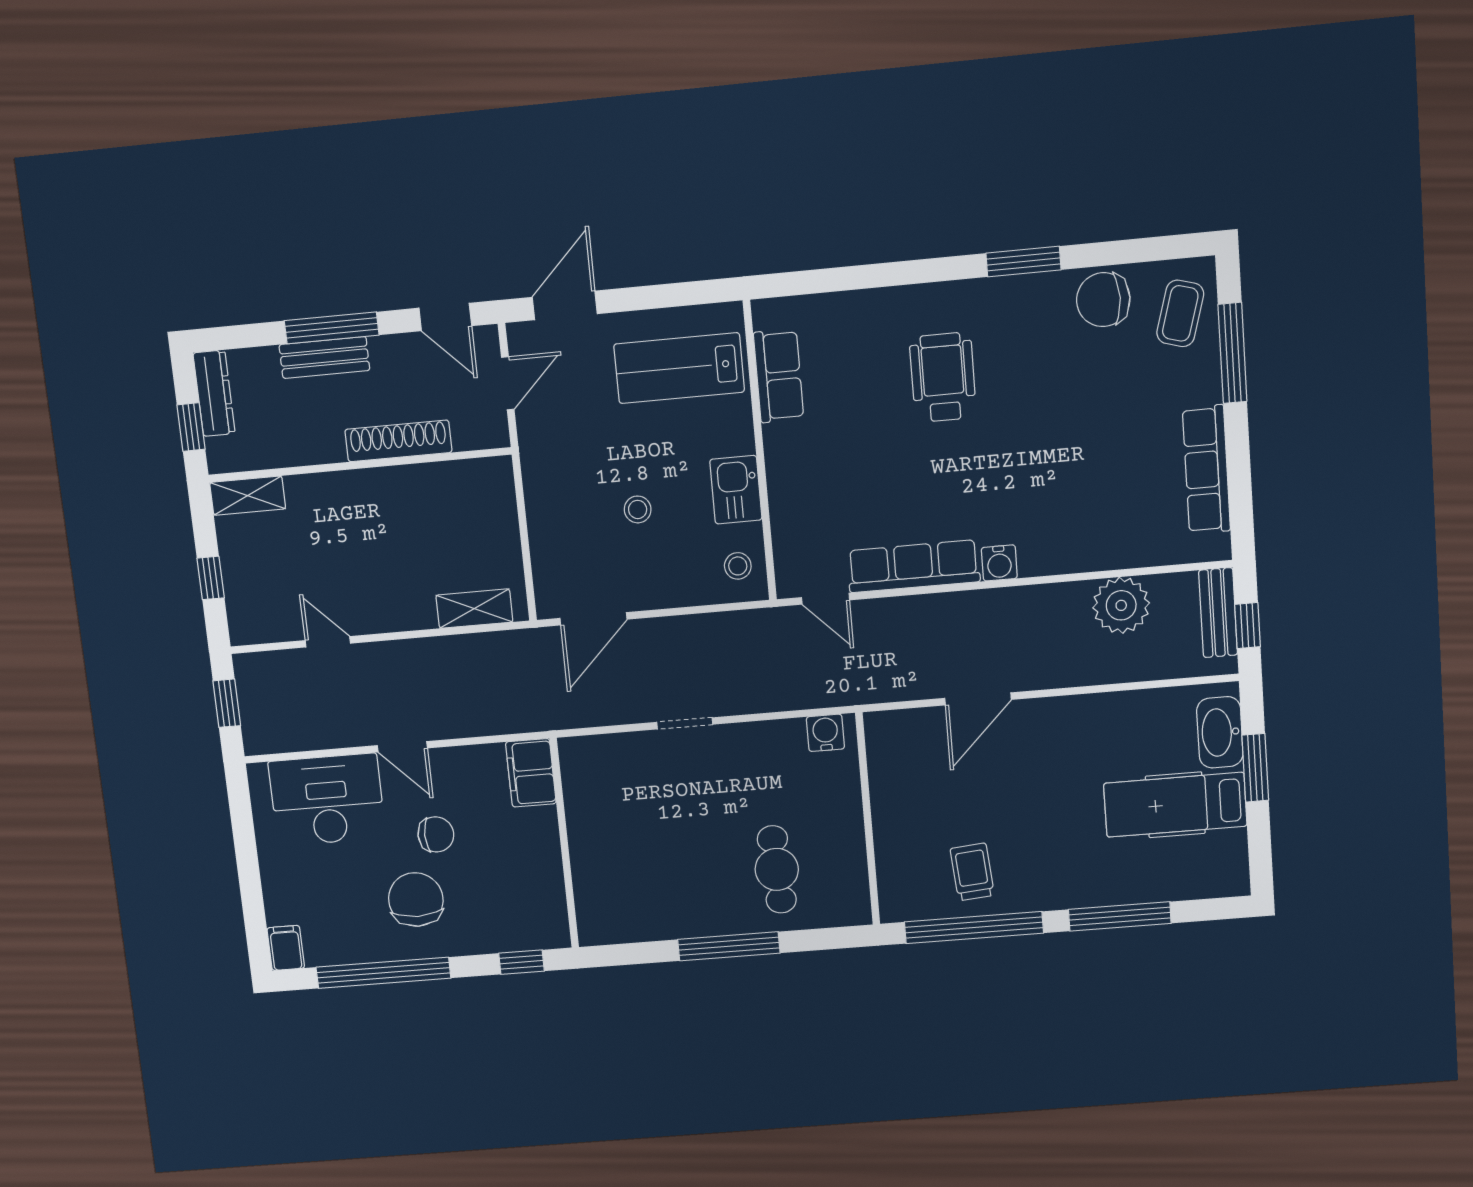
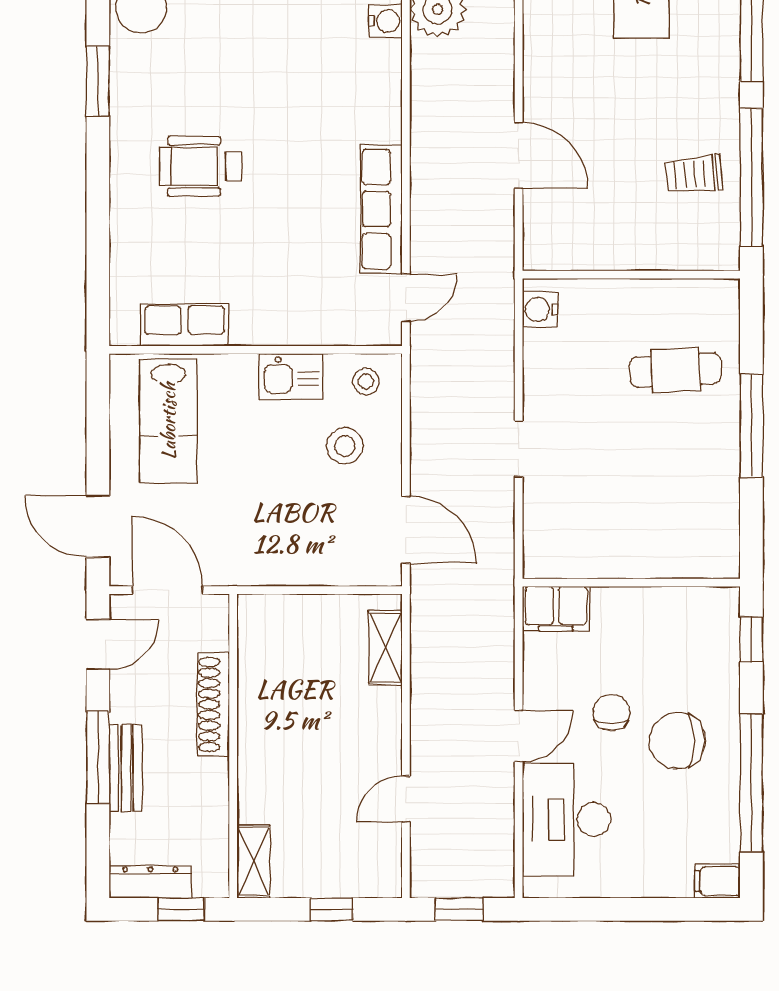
door: (508, 383) -> (167, 590), width x1.38
stool: (638, 509) -> (345, 446), moved, width x1.37, depth x1.37
water cooler: (999, 563) -> (385, 21), moved

